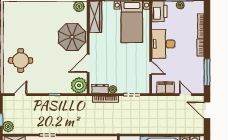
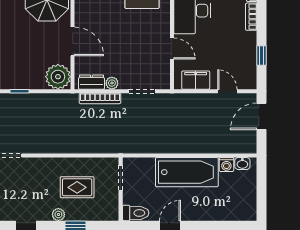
door: (88, 63) -> (73, 41), swing flipped
window: (207, 72) -> (262, 55), width x0.46
door: (207, 110) -> (262, 116), hinge flipped

